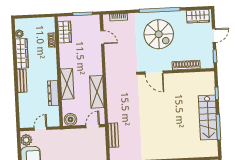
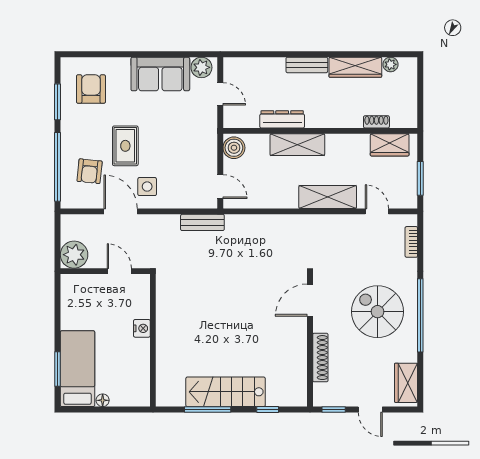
spiral stairs: (159, 34) -> (378, 312), turned 90
door: (102, 37) -> (377, 211), swing flipped
shelving: (97, 92) -> (328, 197), moved

